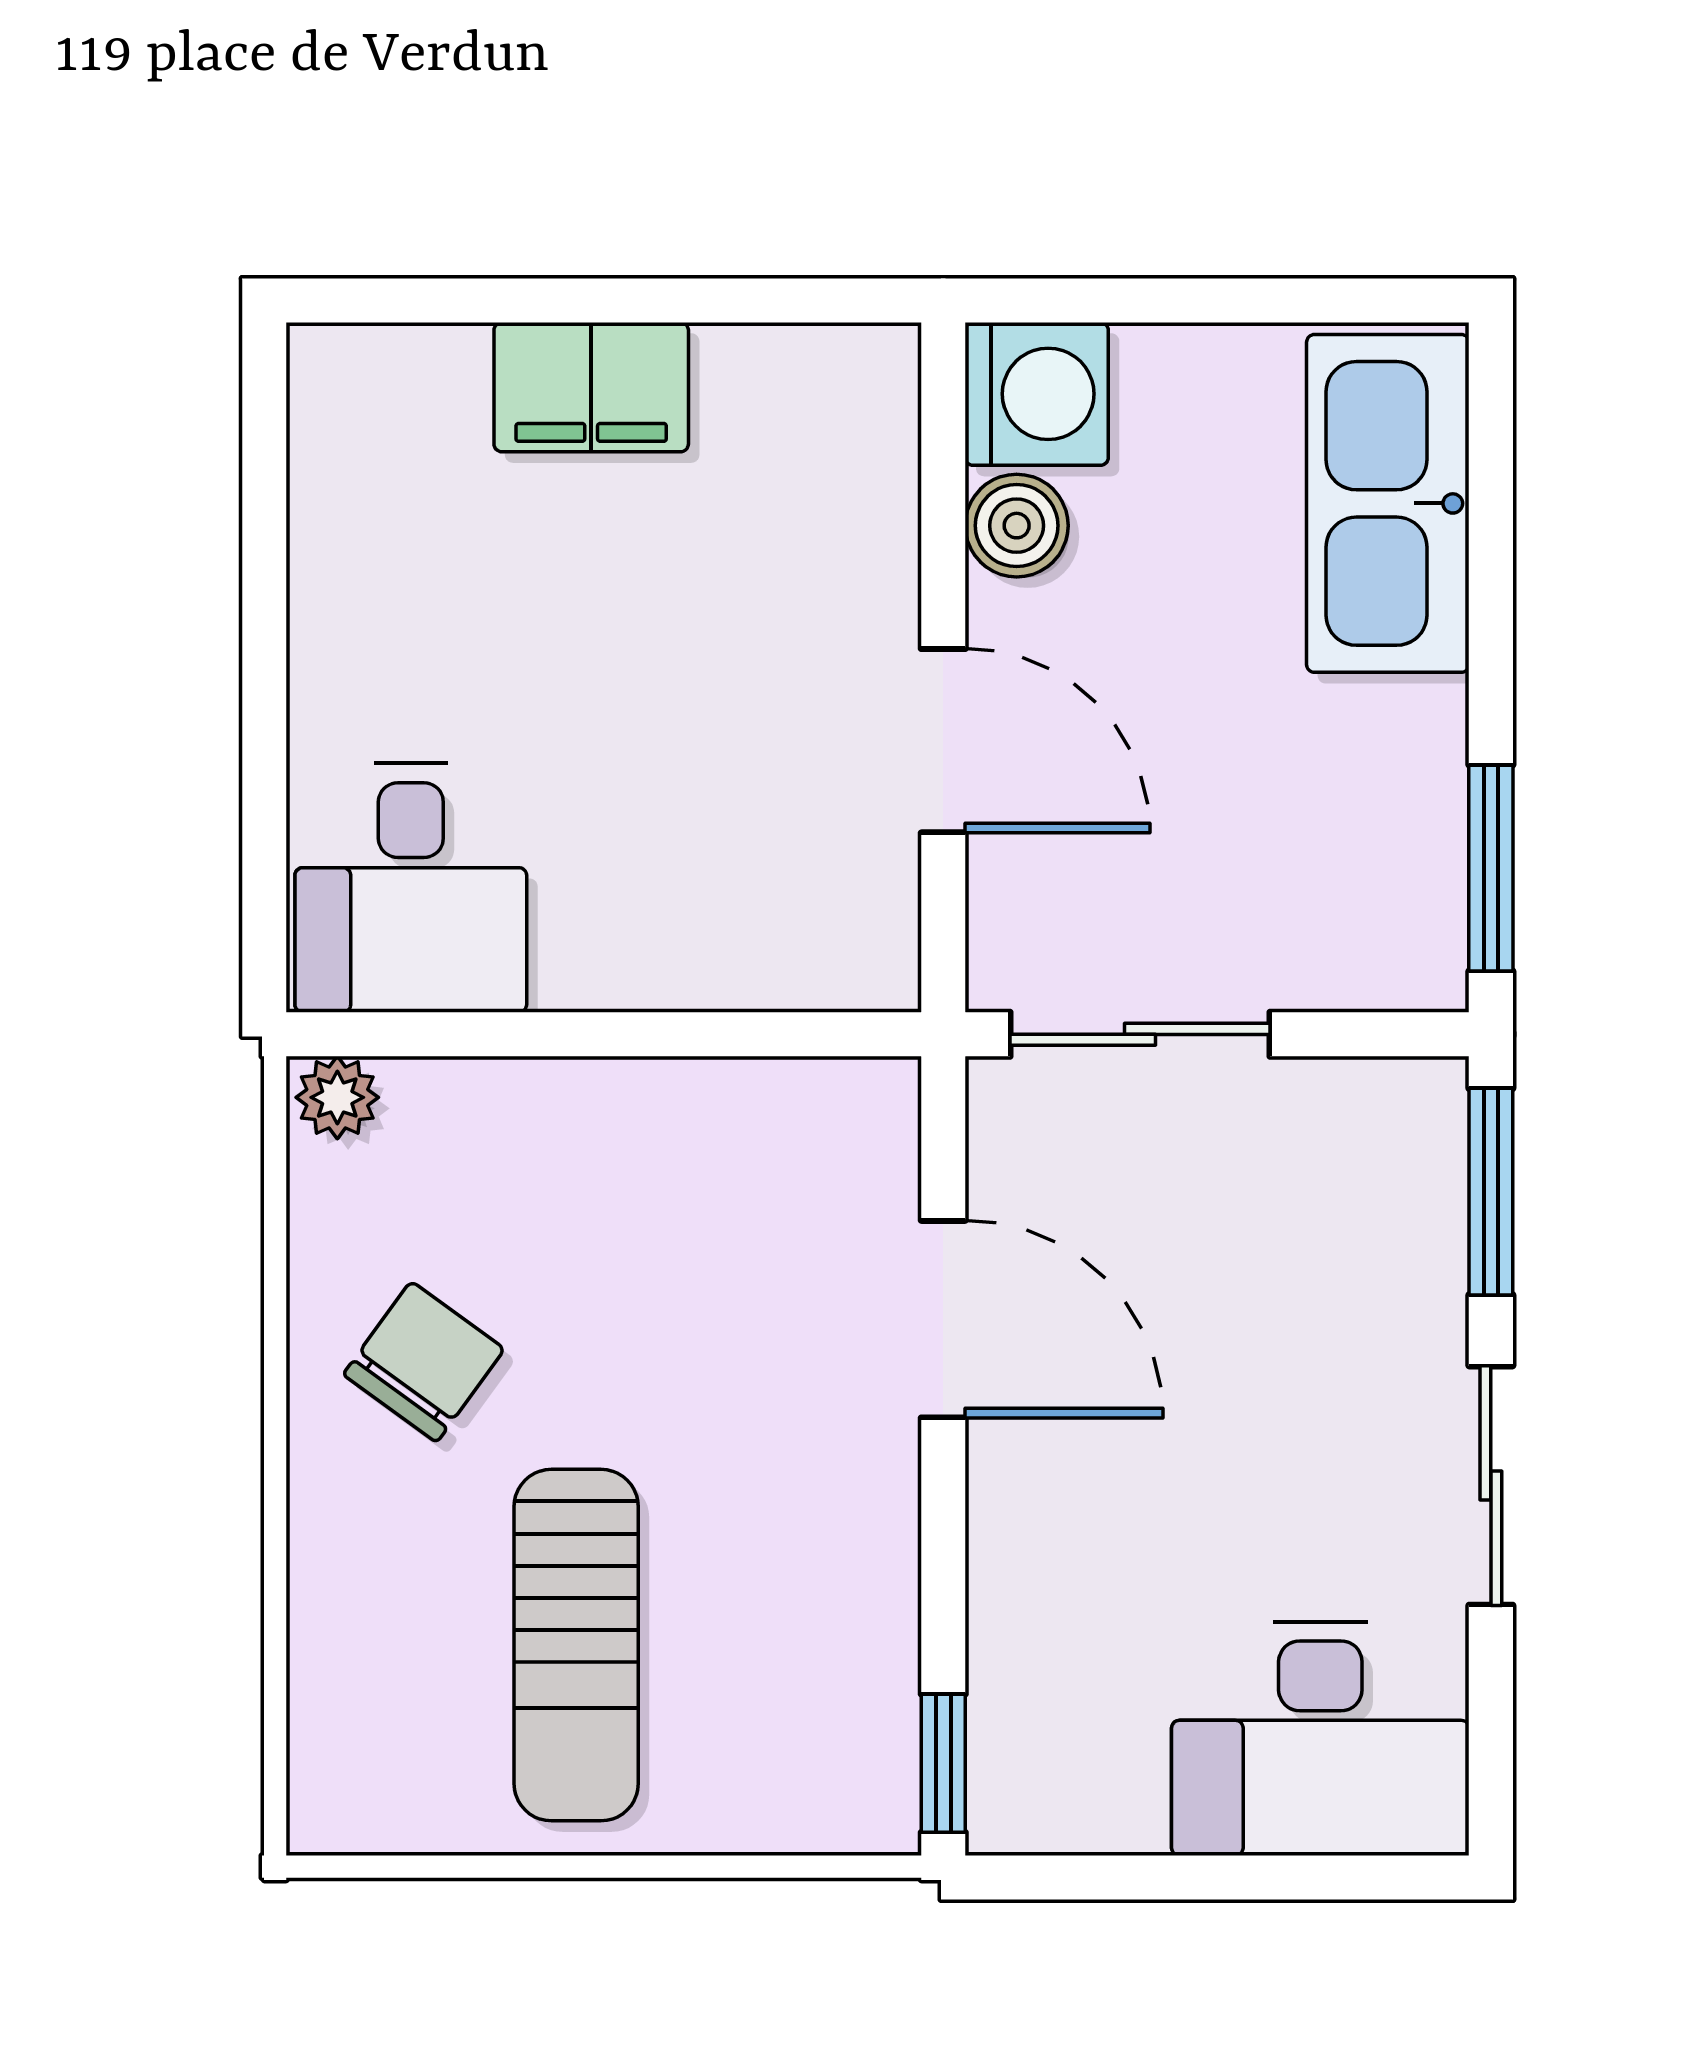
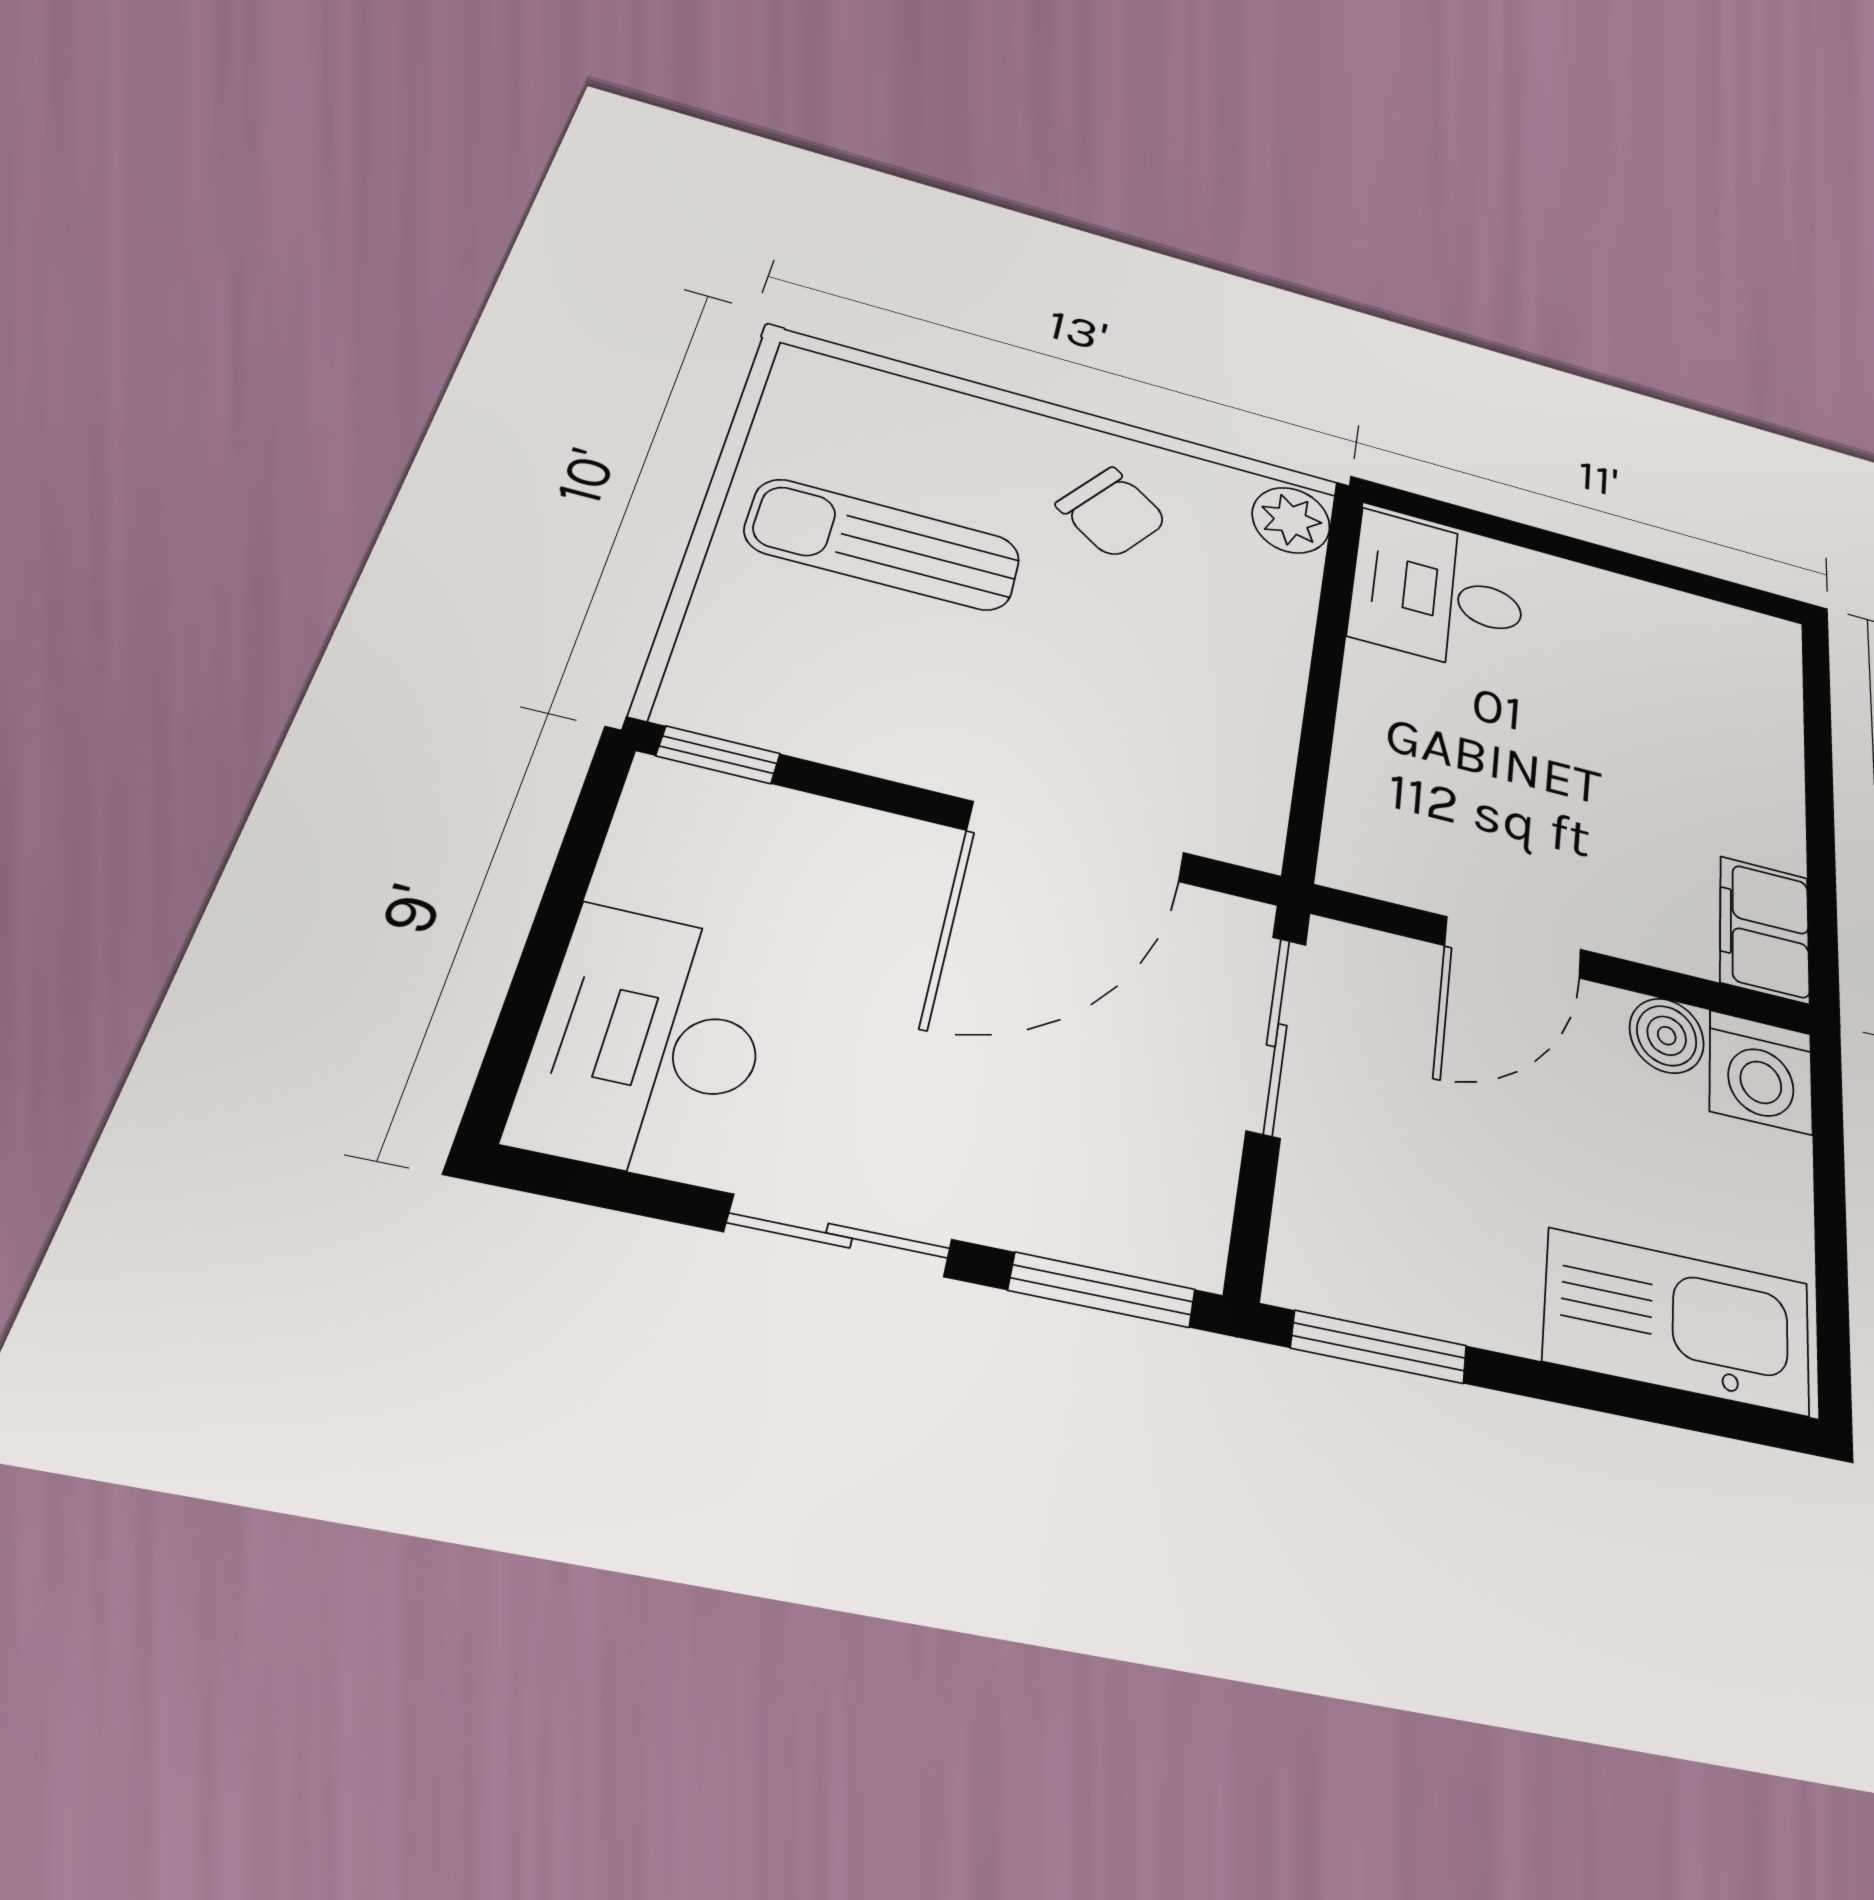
filing cabinet: (591, 387) -> (1764, 929), moved
plant: (337, 1097) -> (1291, 520), width x1.38, depth x1.38
door: (943, 1319) -> (1076, 842), width x1.36

